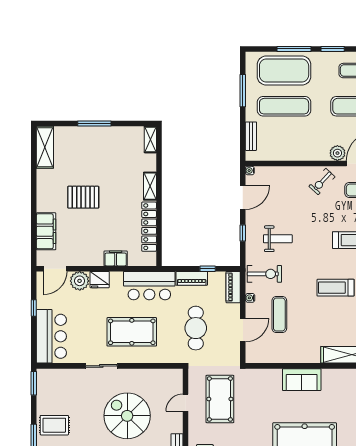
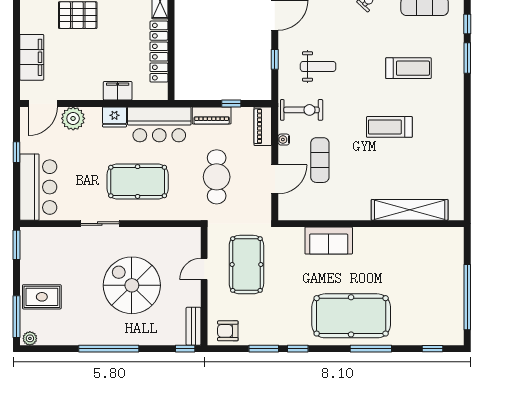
fridge: (100, 280) -> (114, 117), moved
sofa: (302, 380) -> (329, 241), moved

